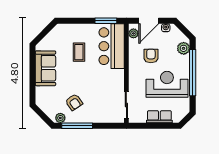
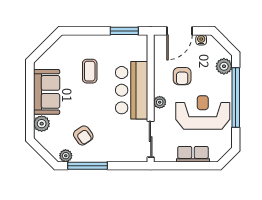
plant: (133, 33) -> (160, 102), moved
bar counter: (112, 46) -> (132, 90), moved
armchair: (151, 56) -> (182, 76), turned 180
plant: (42, 93) -> (42, 124), added

